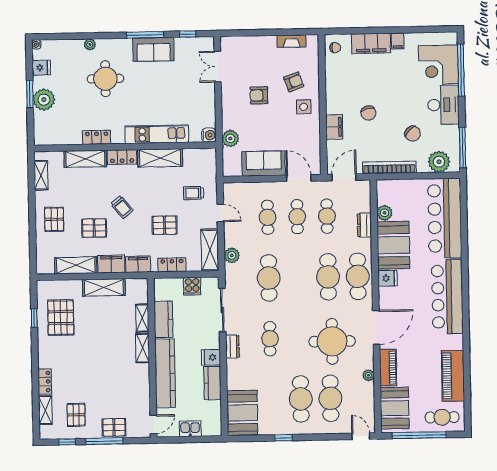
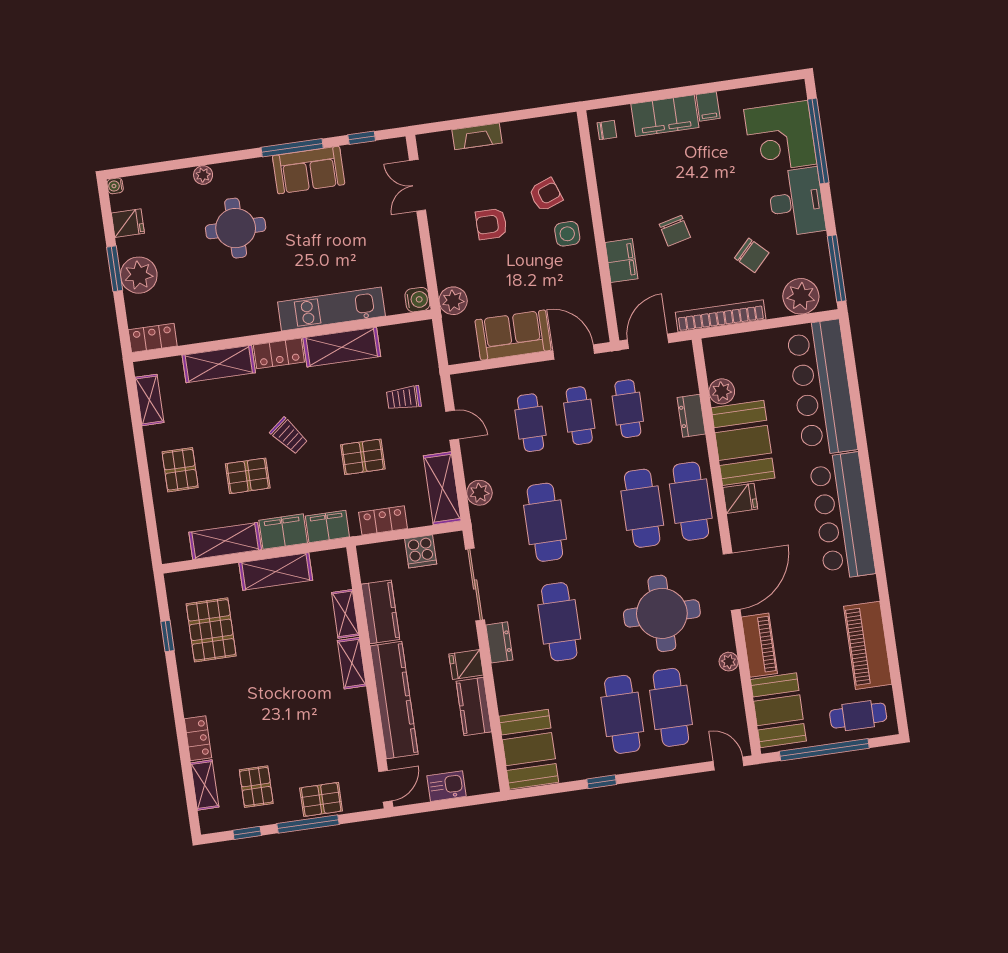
fireplace: (292, 41) -> (477, 136), moved
locker: (97, 137) -> (153, 338), moved
cafe table: (270, 339) -> (559, 622), width x1.37, depth x1.35

